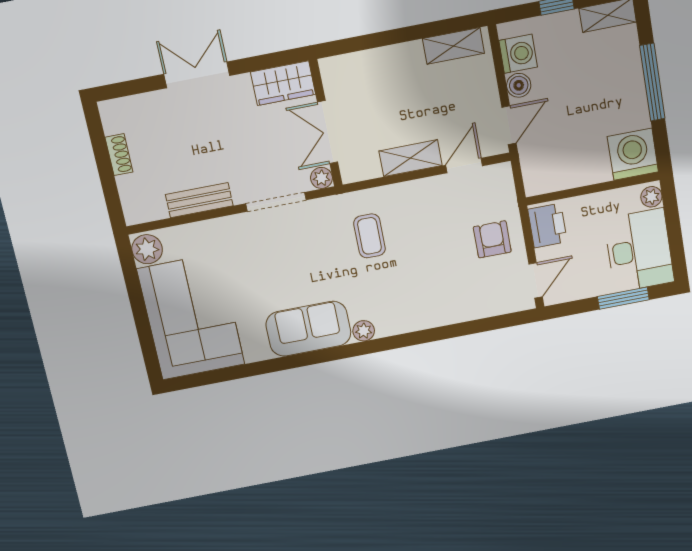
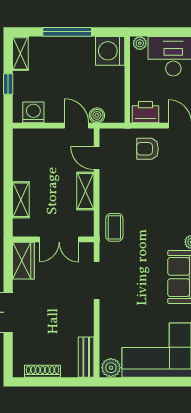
shelving: (453, 46) -> (21, 200), moved
boiler: (519, 85) -> (97, 115), moved
shoe rack: (119, 155) -> (43, 371), width x1.43
plant: (321, 178) -> (87, 249), removed
bench: (199, 200) -> (86, 357), moved
coffee table: (369, 236) -> (114, 227), moved, turned 90

